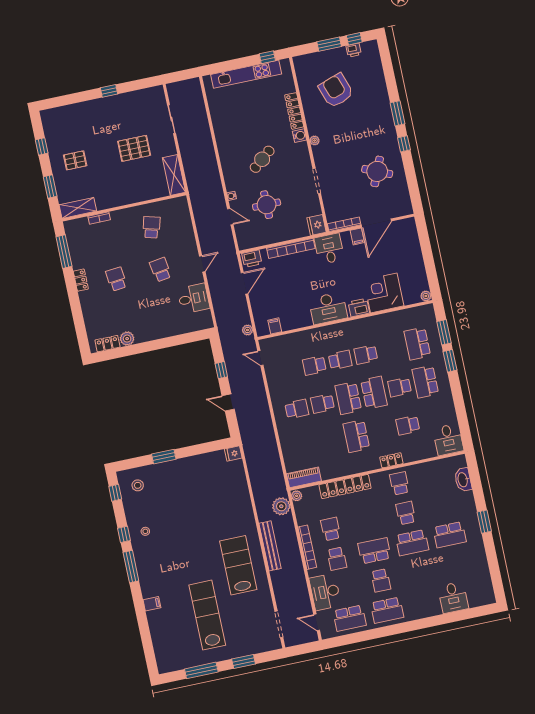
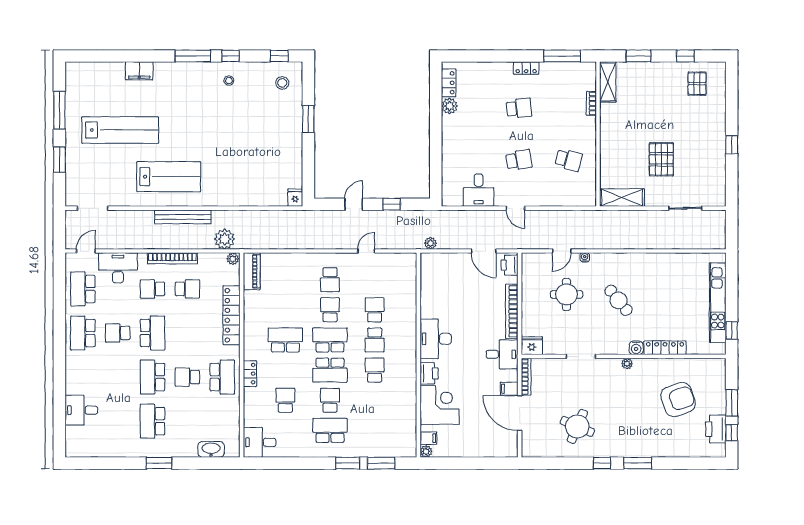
printer: (354, 50) -> (716, 429), width x1.87, depth x1.48
pallet: (75, 160) -> (697, 84), moved
filing cabinet: (275, 326) -> (428, 438), moved
school desk: (417, 344) -> (375, 430), removed
door: (260, 358) -> (366, 251), moved
school desk: (399, 483) -> (222, 377), width x1.85
school desk: (406, 513) -> (187, 377), turned 180
filing cabinet: (152, 604) -> (139, 71), width x2.00

